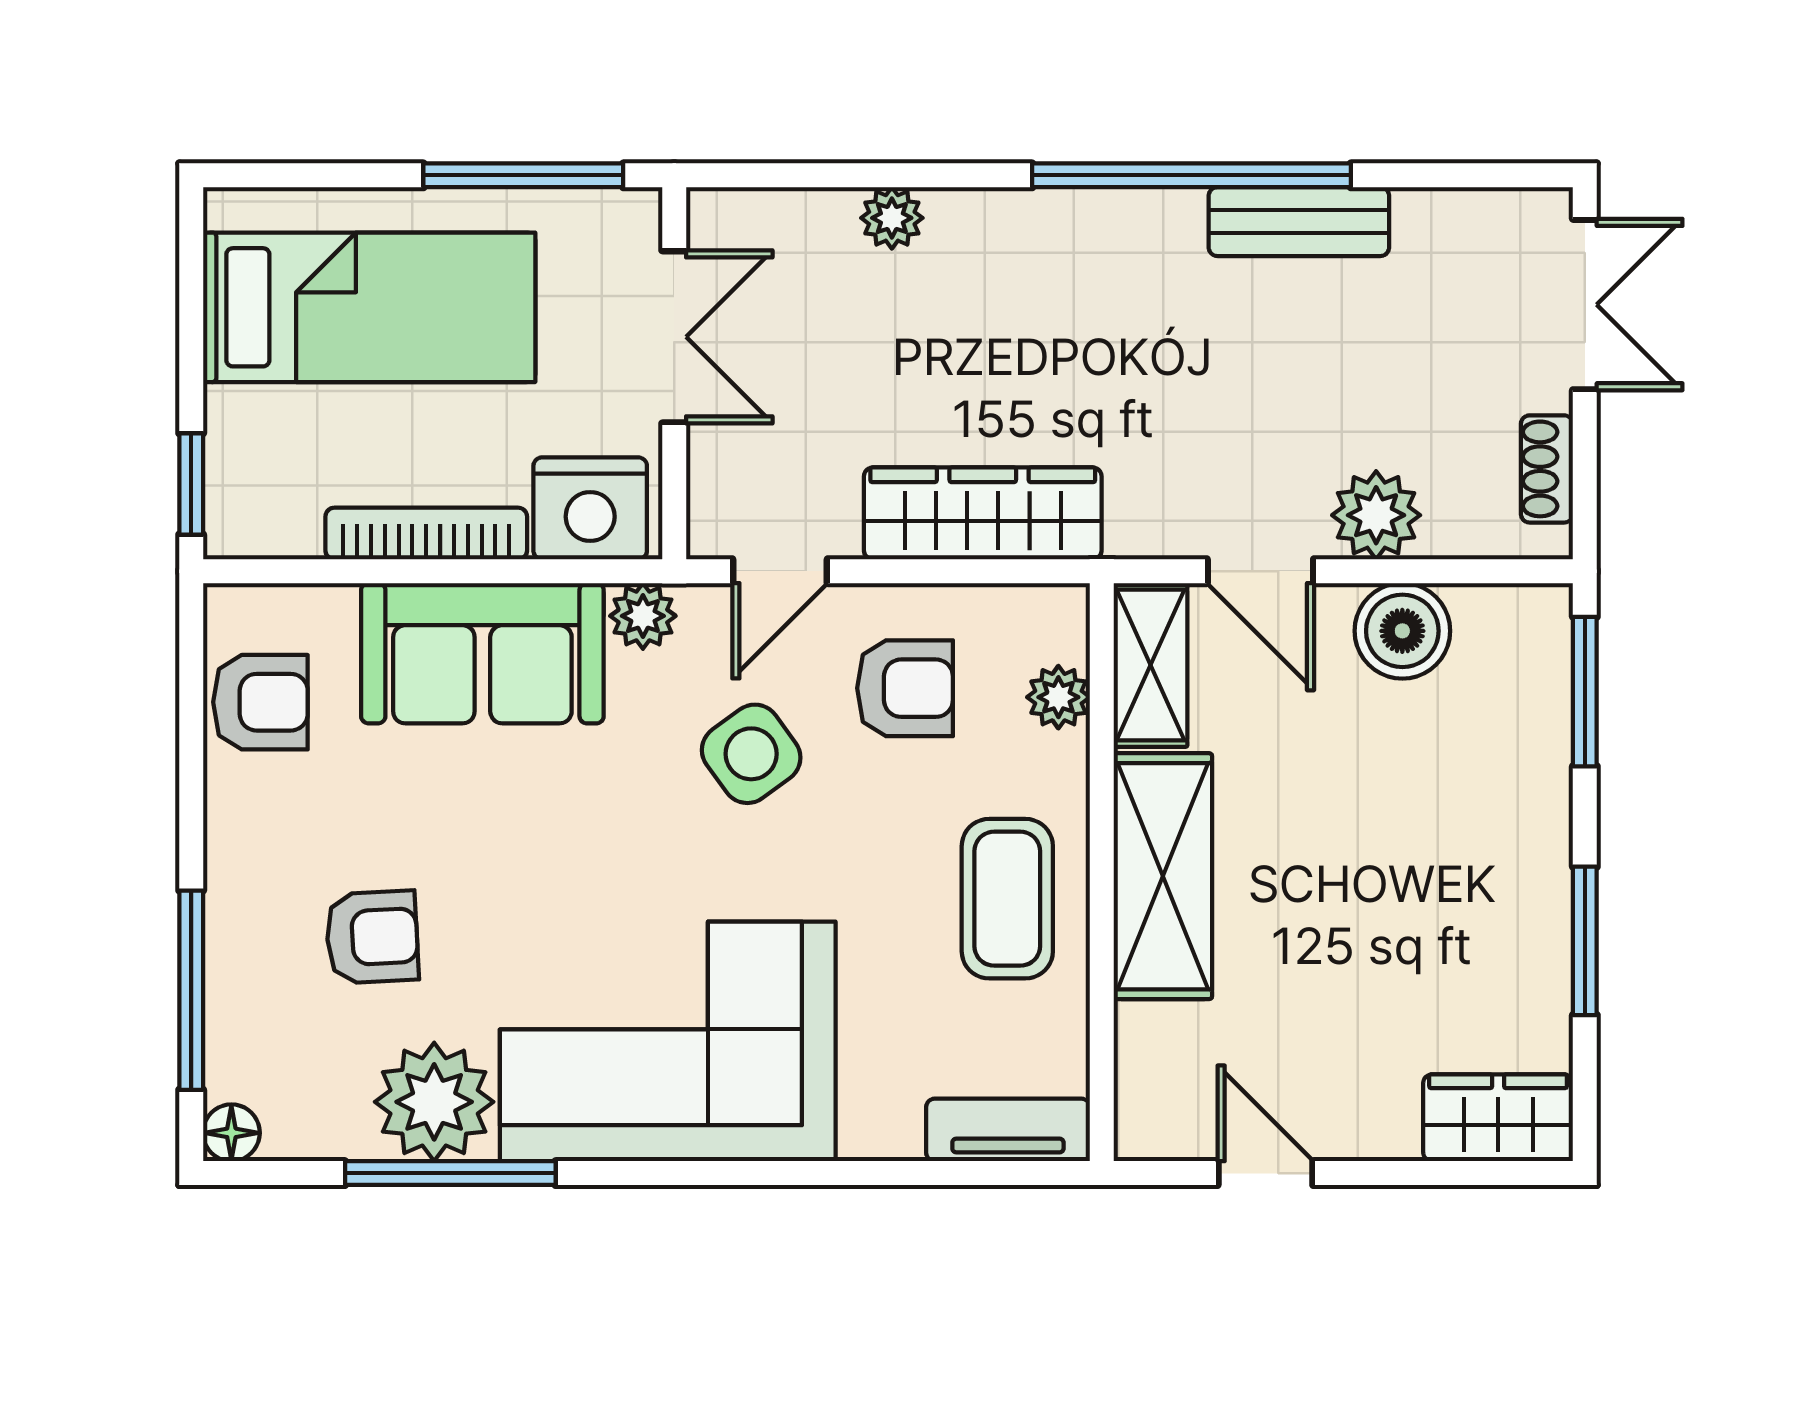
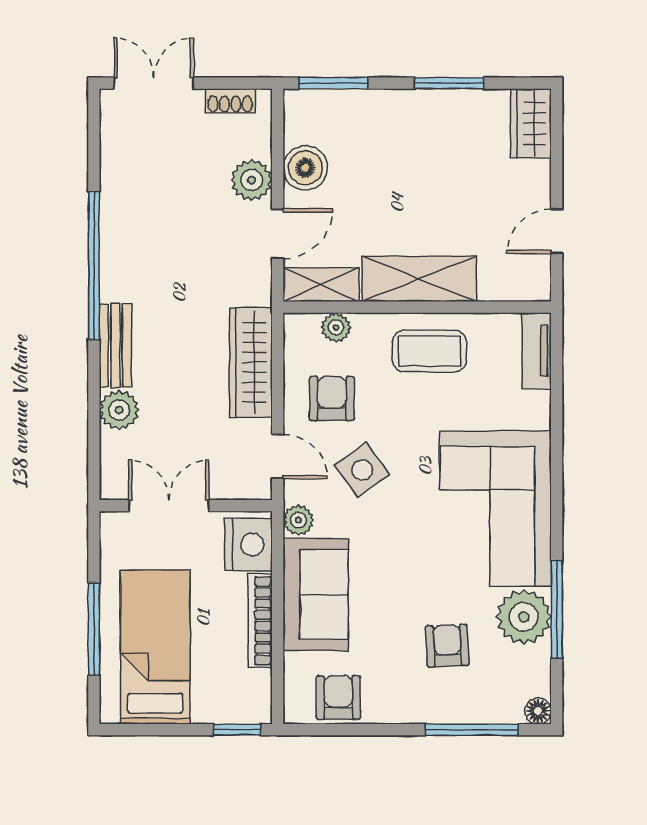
window: (523, 175) -> (94, 629), moved
plant: (892, 218) -> (119, 410), width x1.38, depth x1.38
bench: (1299, 222) -> (115, 346), moved

